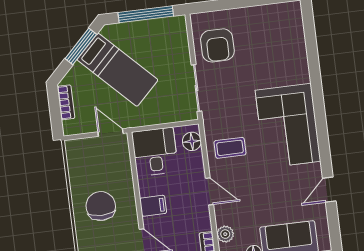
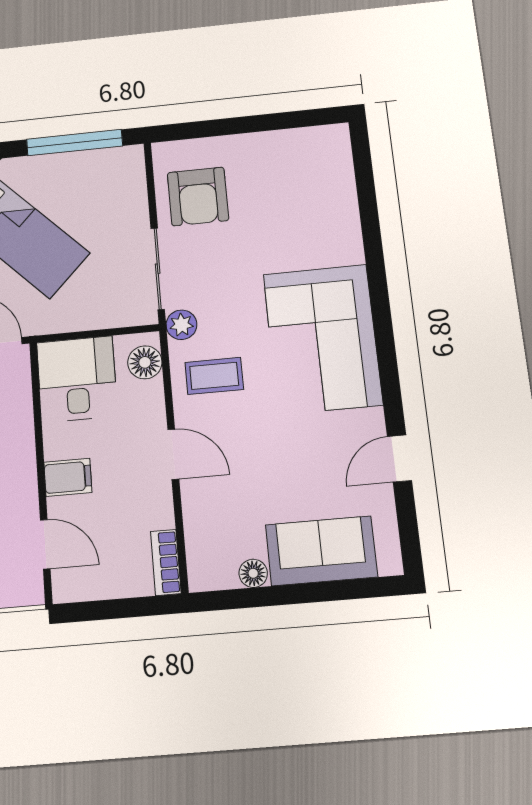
plant: (225, 234) -> (181, 325), moved

